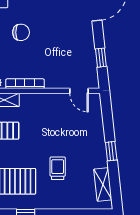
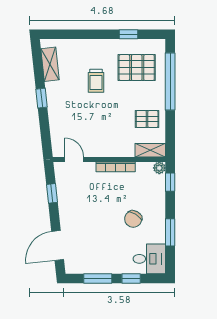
chair: (21, 32) -> (133, 219), turned -59
bookcase: (25, 84) -> (116, 167), moved

